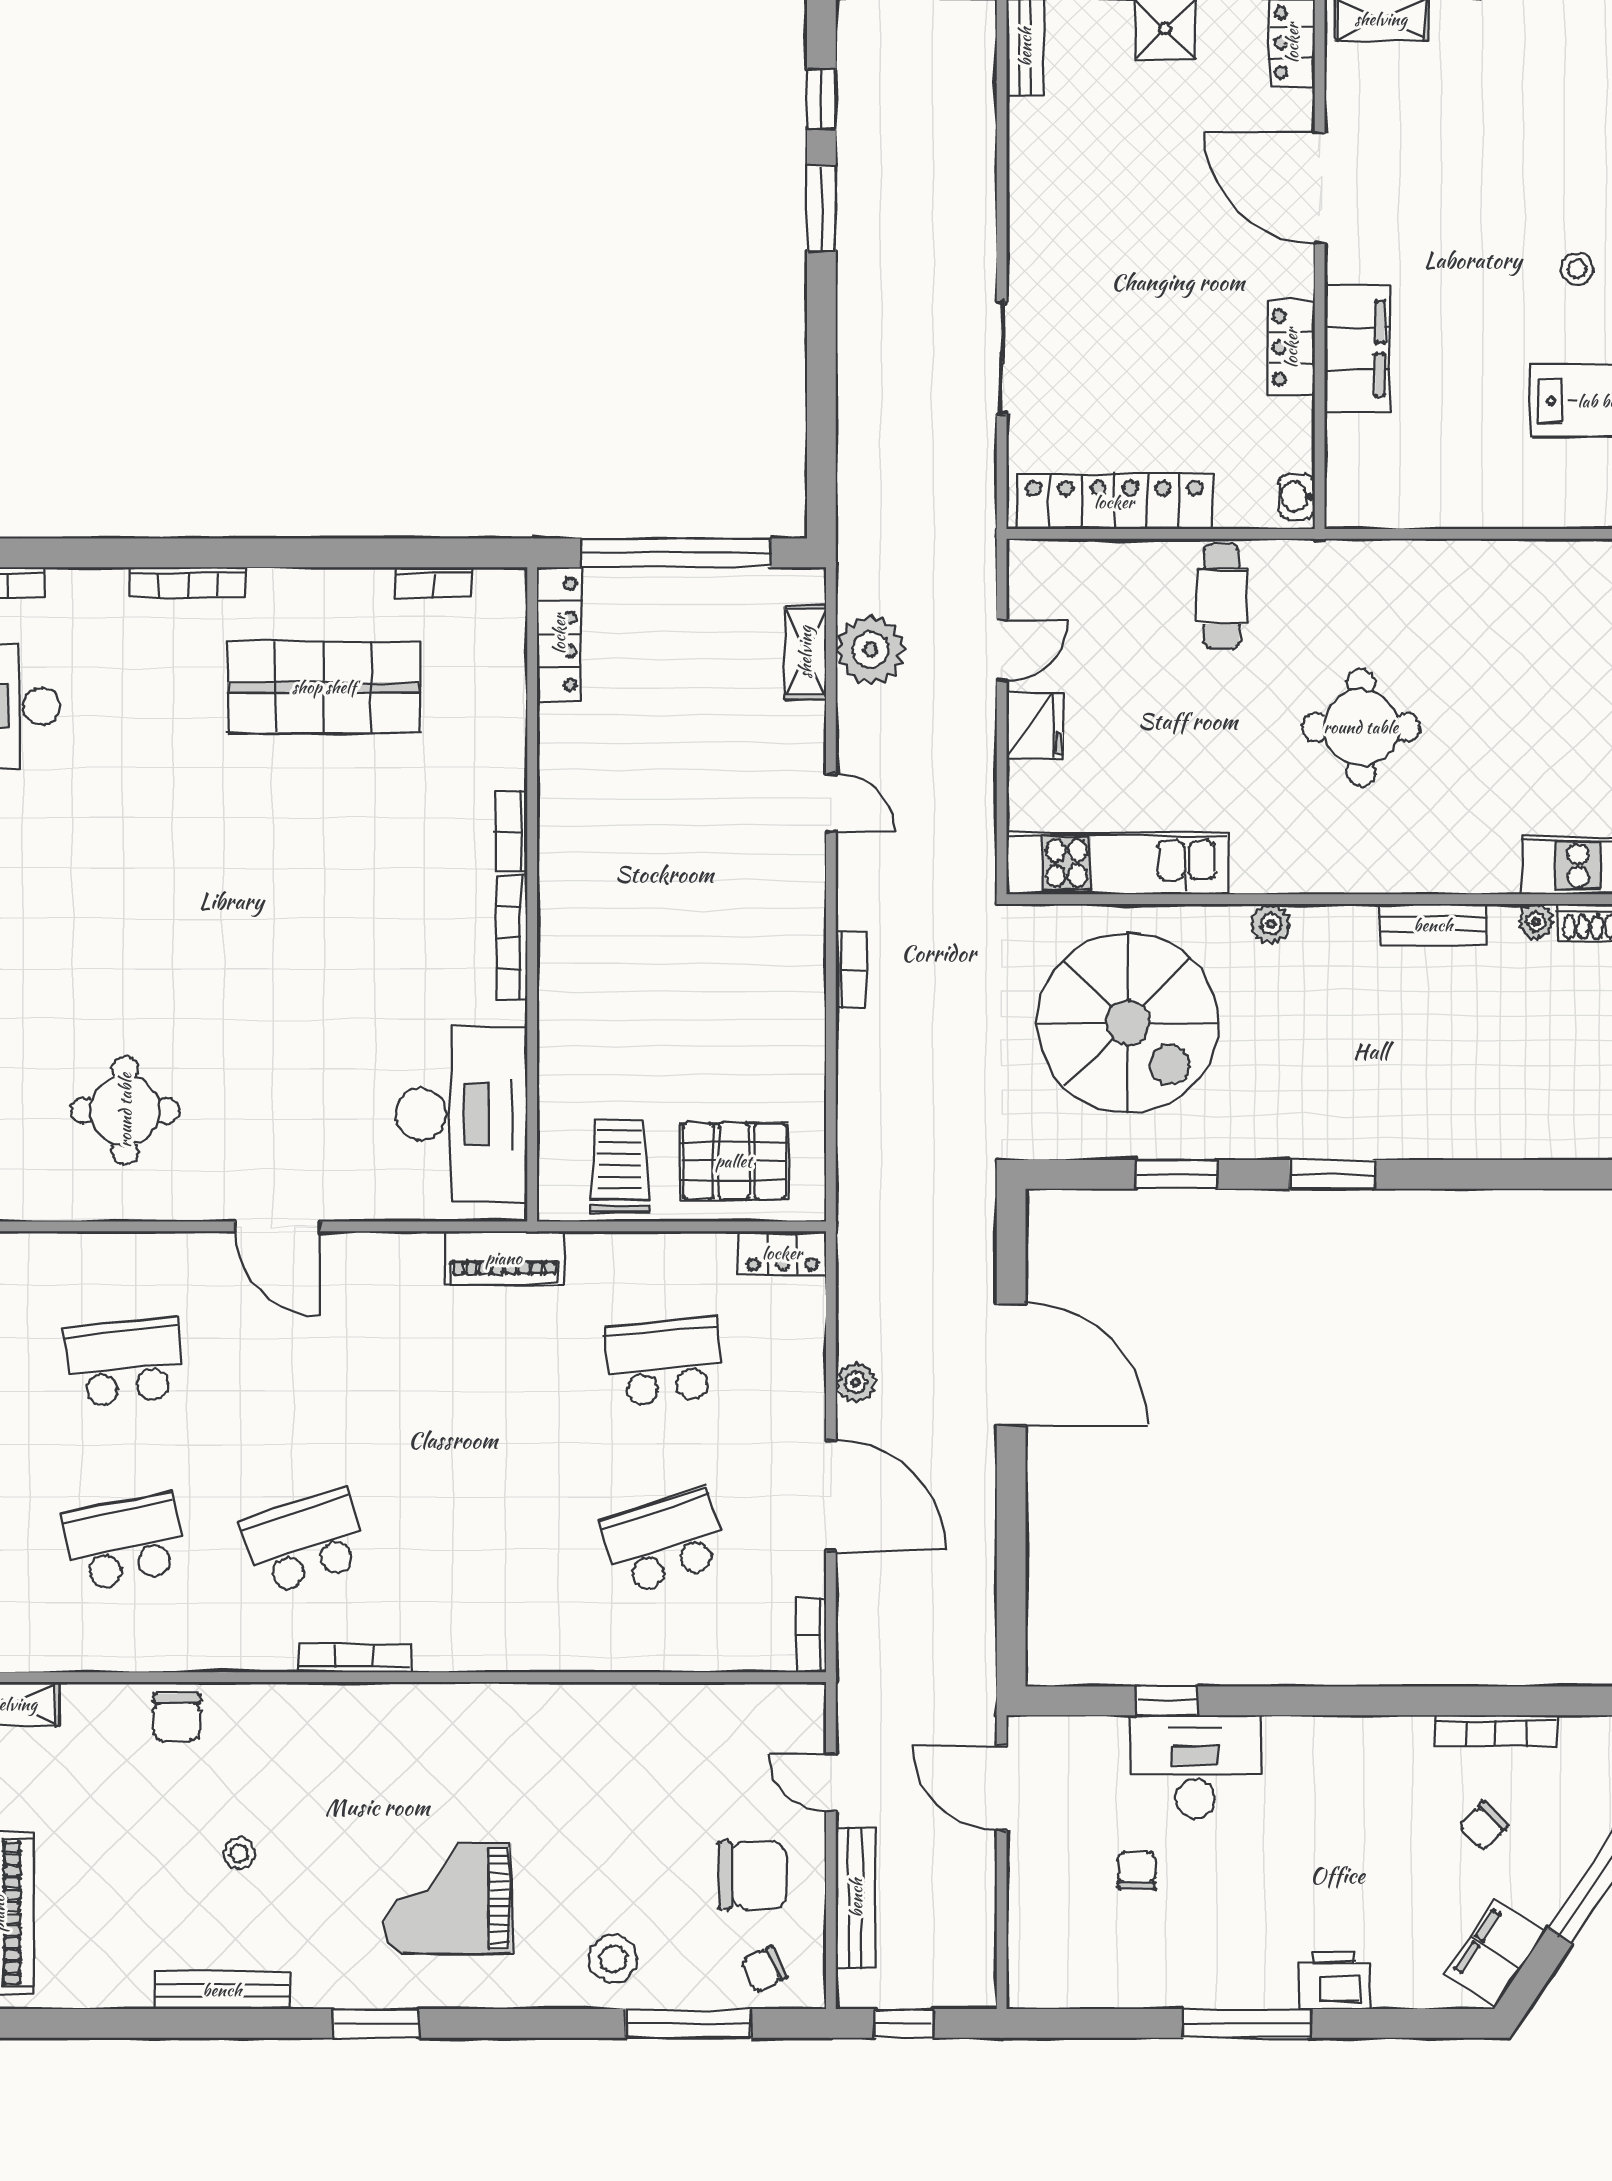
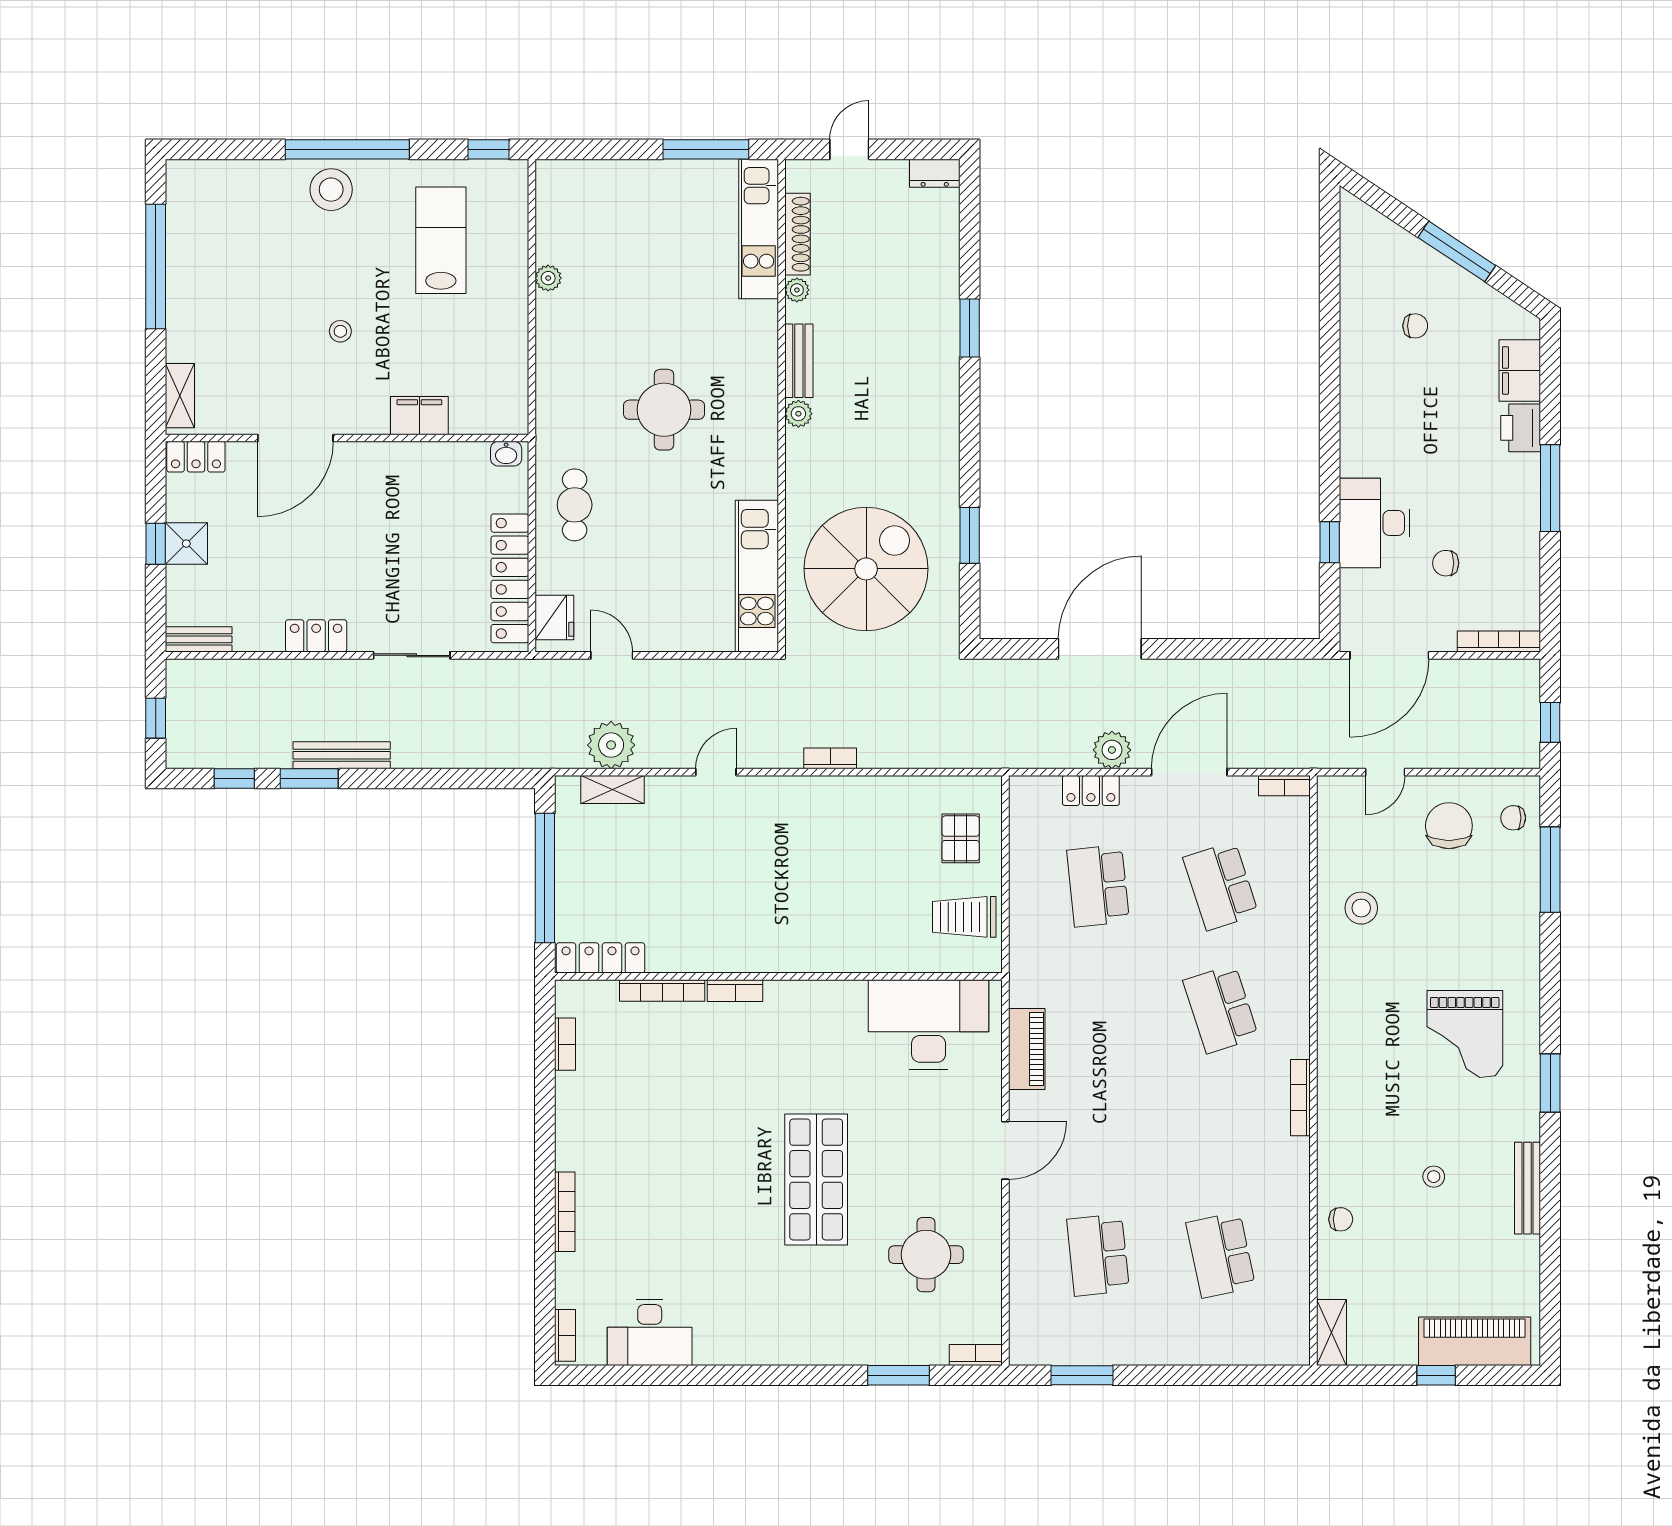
stool: (1577, 269) -> (340, 331), moved
locker: (1291, 348) -> (316, 636), moved, turned 180
filing cabinet: (1357, 348) -> (419, 416), width x0.67, depth x0.86
plant: (1553, 558) -> (548, 278), added
cafe table: (1222, 596) -> (575, 505), turned 90
shop shelf: (324, 687) -> (816, 1180), moved
fridge: (1035, 726) -> (554, 618), moved, turned 90
plant: (1271, 924) -> (798, 414), moved
bookcase: (511, 938) -> (662, 990), moved
pallet: (734, 1161) -> (961, 838), width x0.67, depth x0.71
window: (1332, 1174) -> (970, 328), moved
locker: (782, 1253) -> (1091, 790), moved, turned 90
piano: (504, 1258) -> (1027, 1049), moved
plant: (856, 1382) -> (1112, 750), width x1.38, depth x1.38
school desk: (305, 1542) -> (1221, 1009), moved
chair: (177, 1717) -> (1341, 1219), width x0.73, depth x0.73
bookcase: (1496, 1731) -> (1499, 641), moved, turned -90
door: (1002, 1788) -> (1389, 655), width x1.36
chair: (1484, 1826) -> (1415, 326), turned -44
bench: (856, 1898) -> (342, 755), moved
filing cabinet: (1495, 1953) -> (1520, 370), moved, turned 56
stool: (613, 1959) -> (1361, 908), moved
chair: (764, 1969) -> (1513, 818), turned 115

